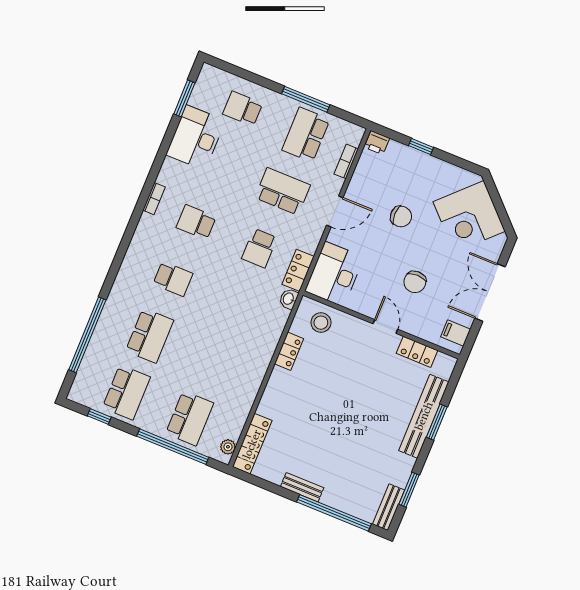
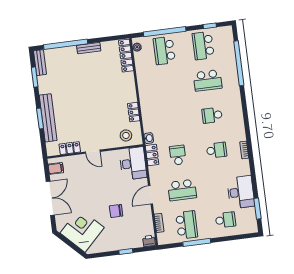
chair: (415, 282) -> (91, 182), removed
school desk: (150, 336) -> (208, 80), turned -90

